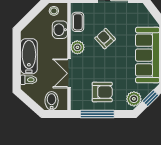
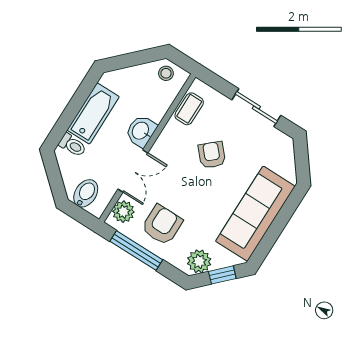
washbasin: (60, 30) -> (141, 131), moved
plant: (77, 47) -> (123, 212), moved
double door: (69, 73) -> (133, 171), swing flipped
armchair: (102, 92) -> (162, 225), turned -90

